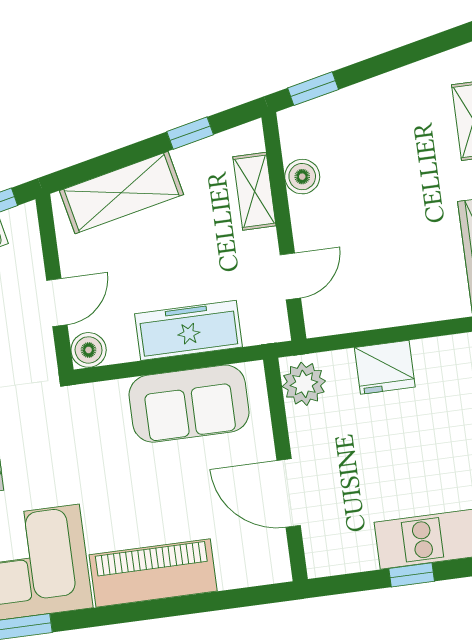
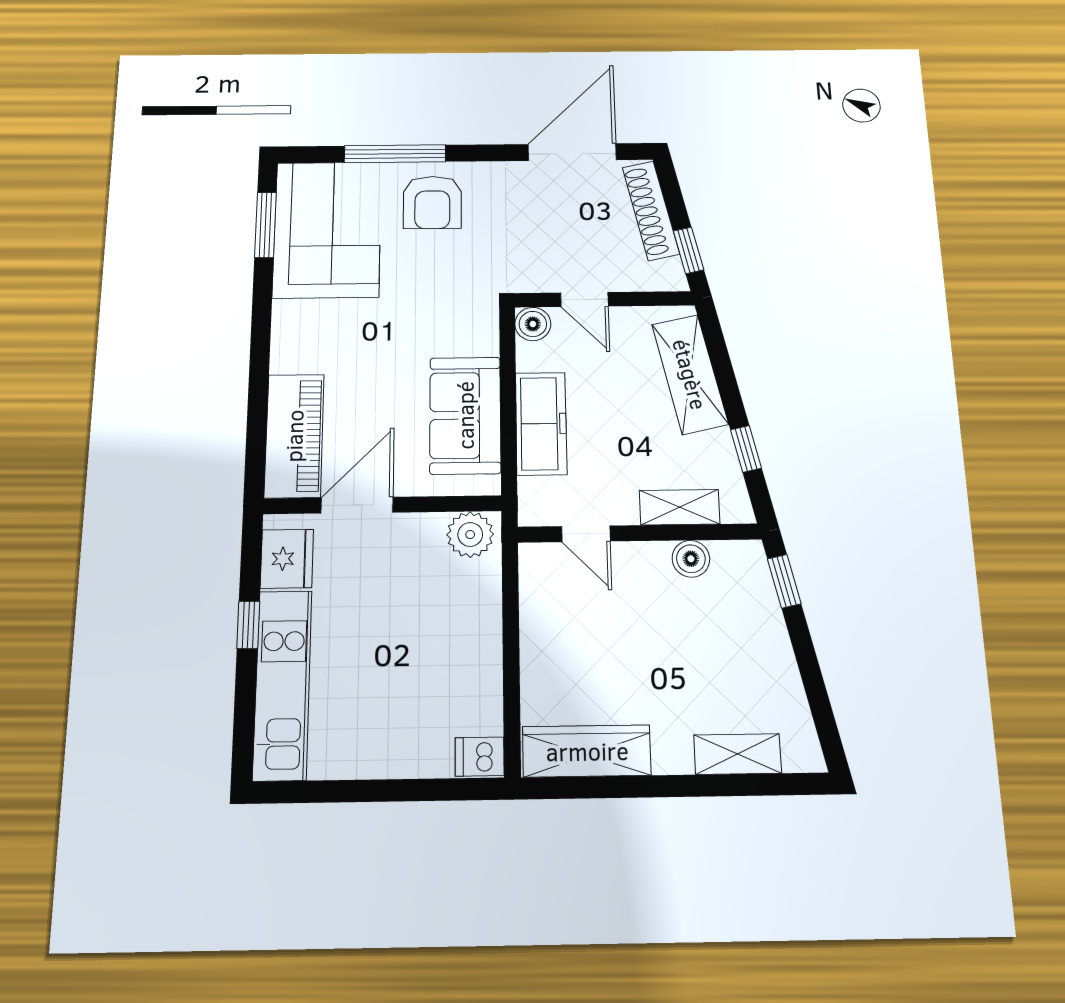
fridge: (385, 367) -> (287, 559), moved, turned 180
piano: (153, 573) -> (294, 436), moved

